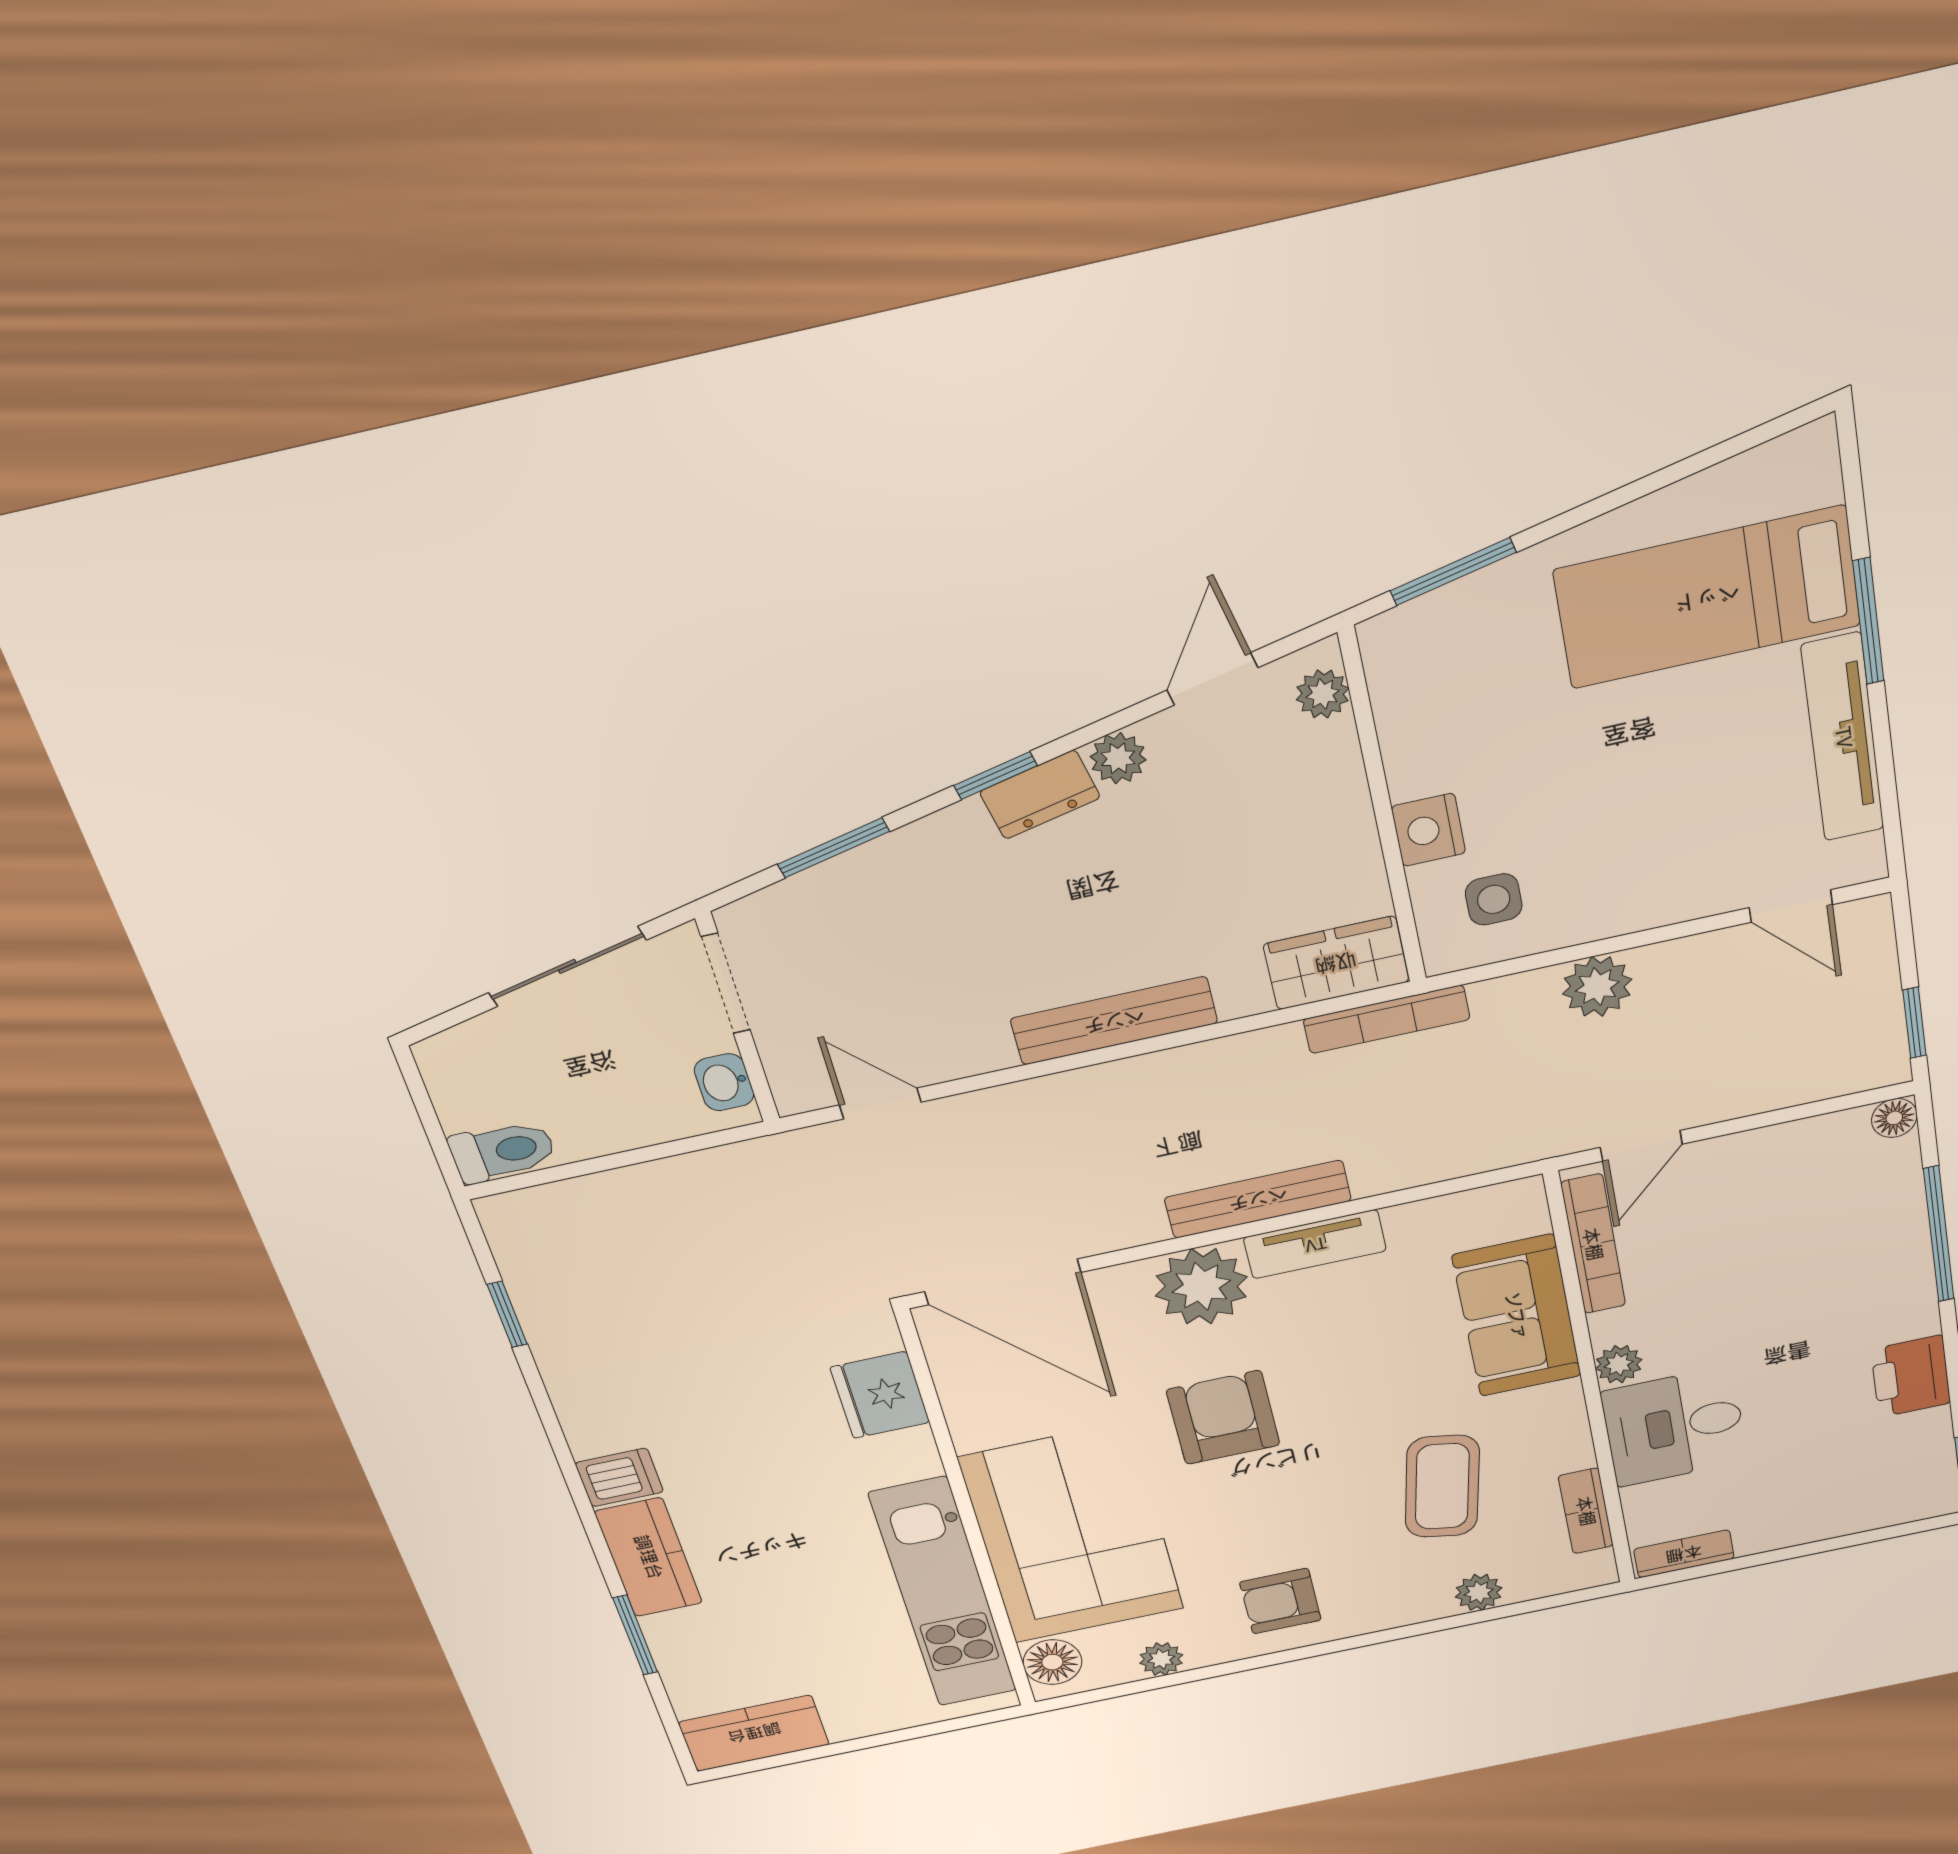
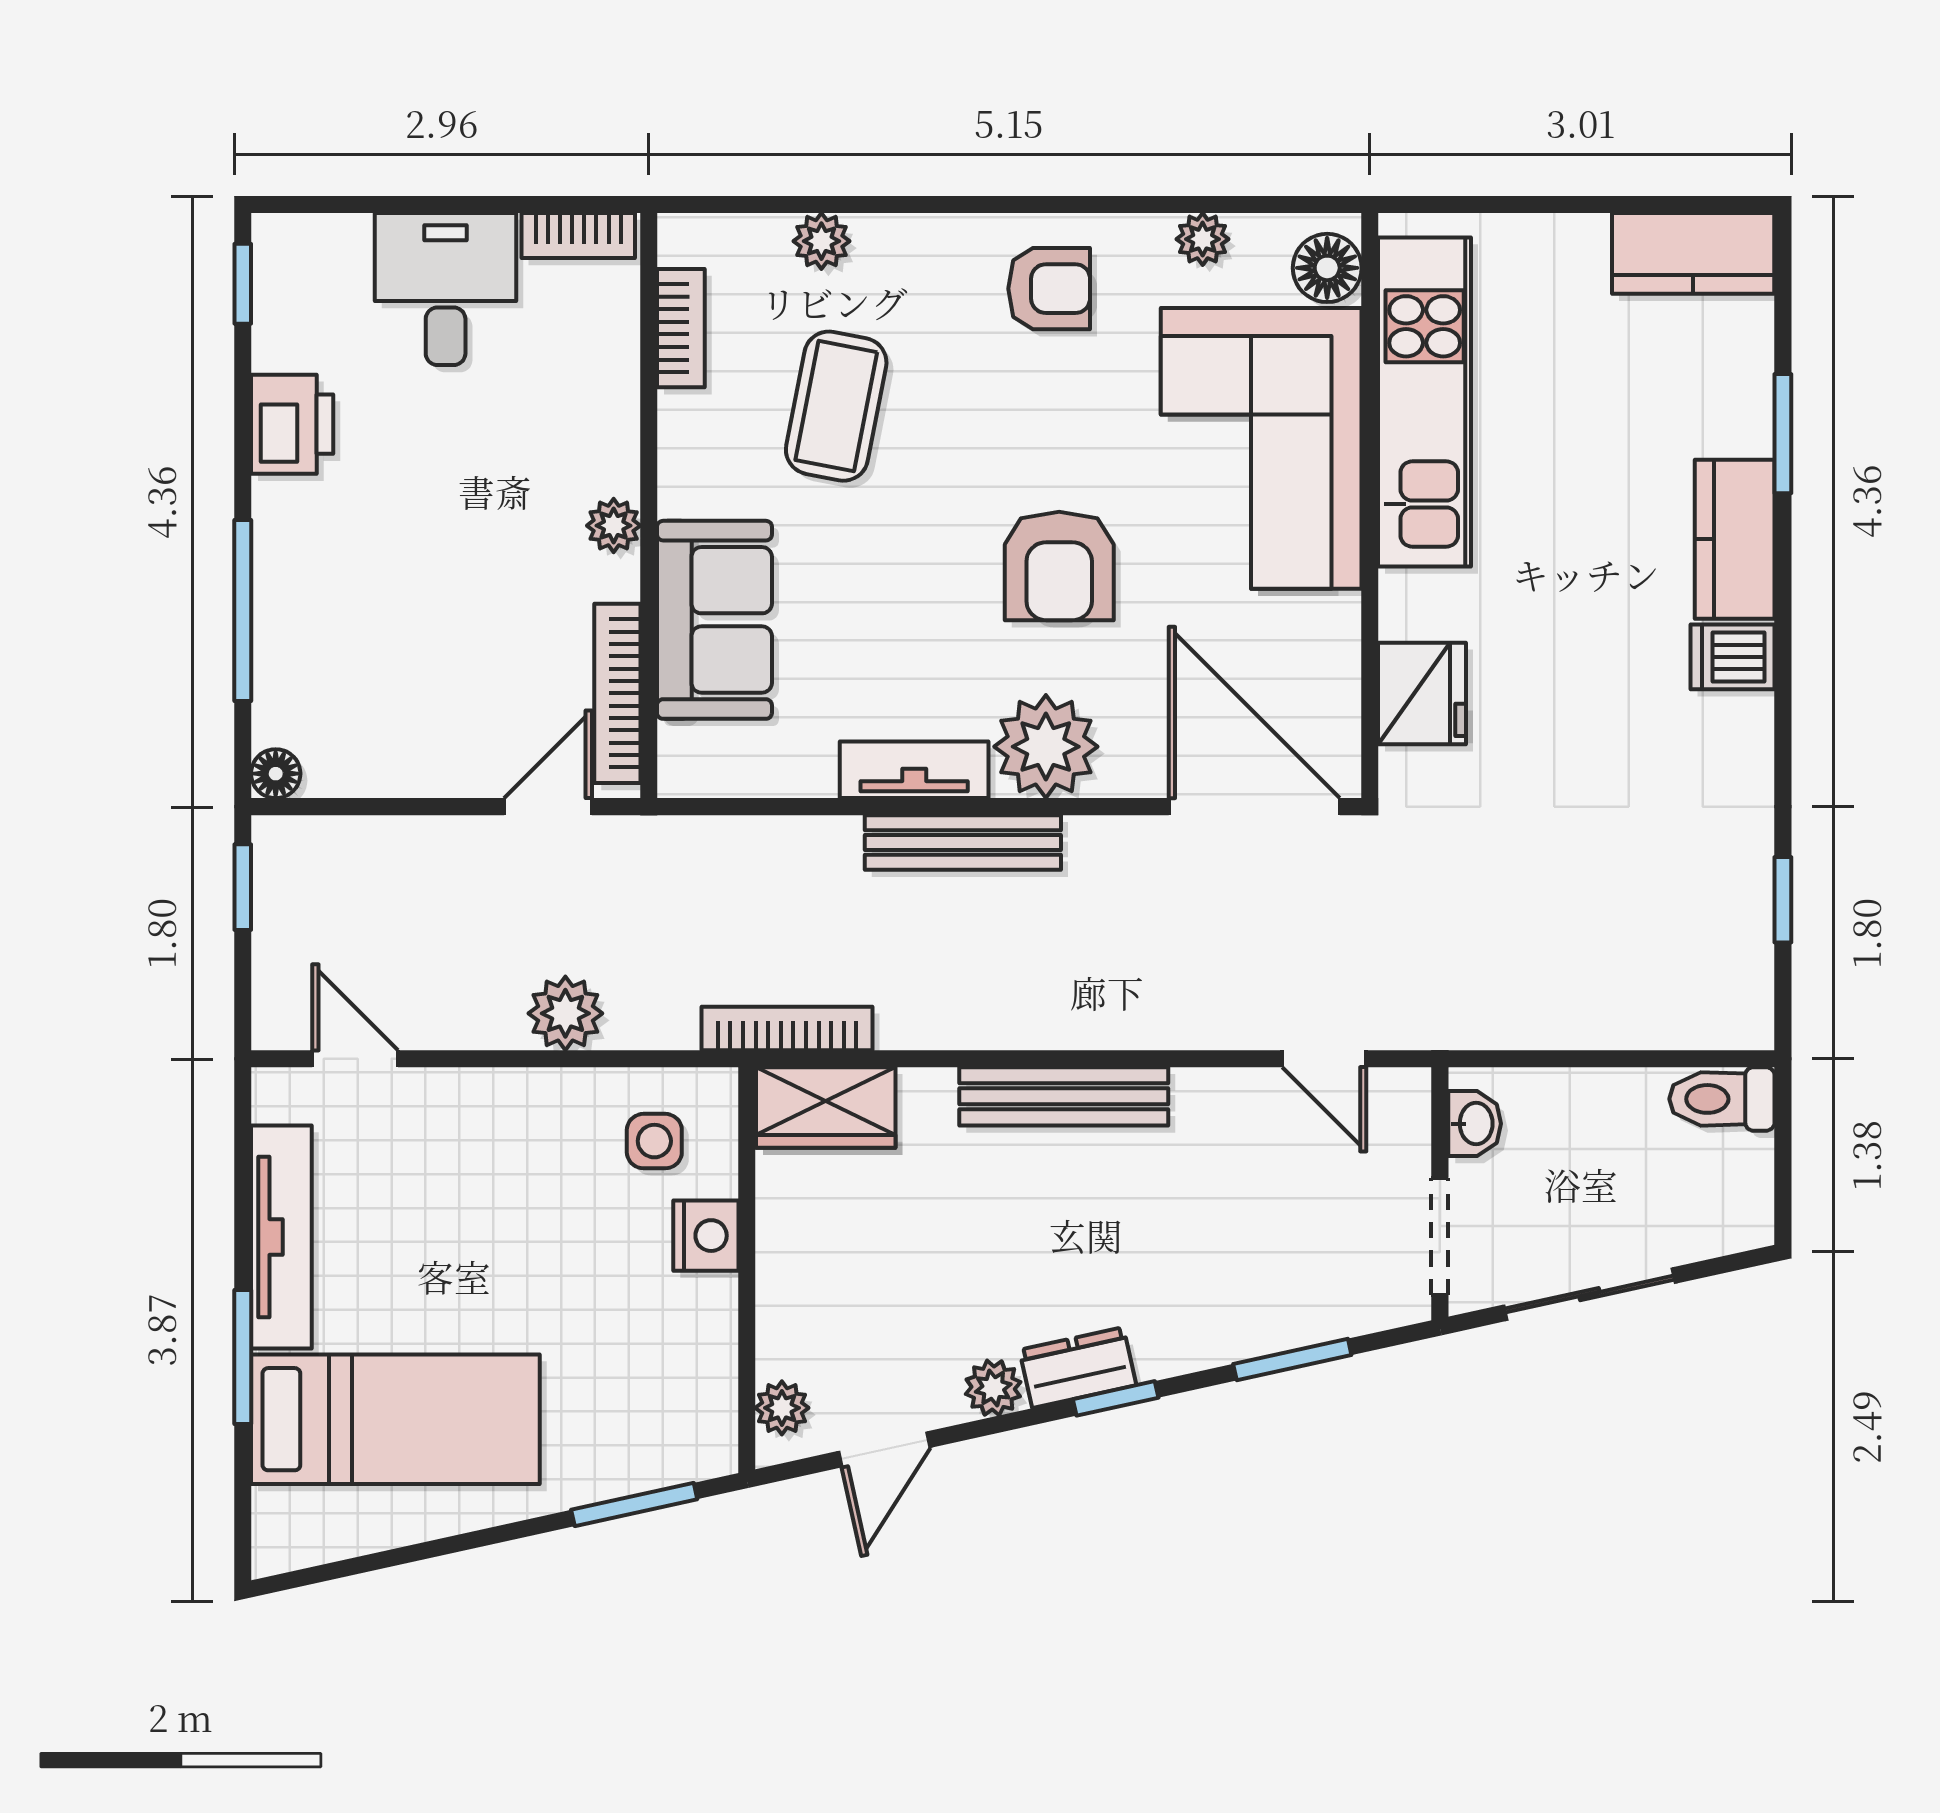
desk: (1674, 1427) -> (446, 289), moved, turned -90

